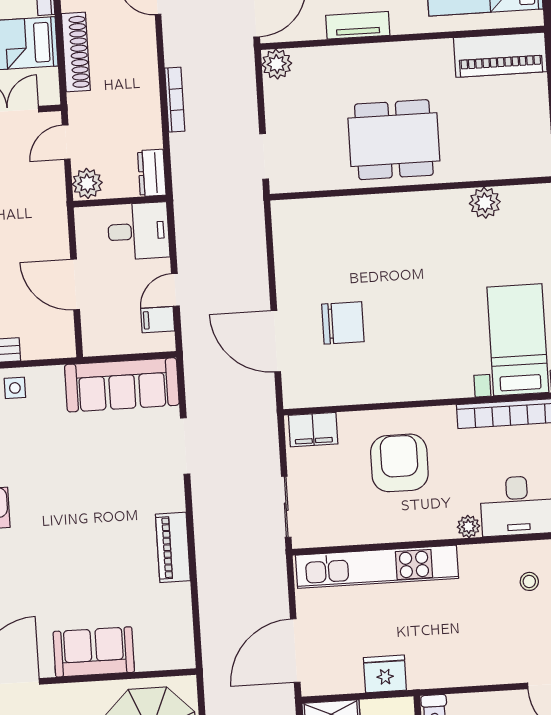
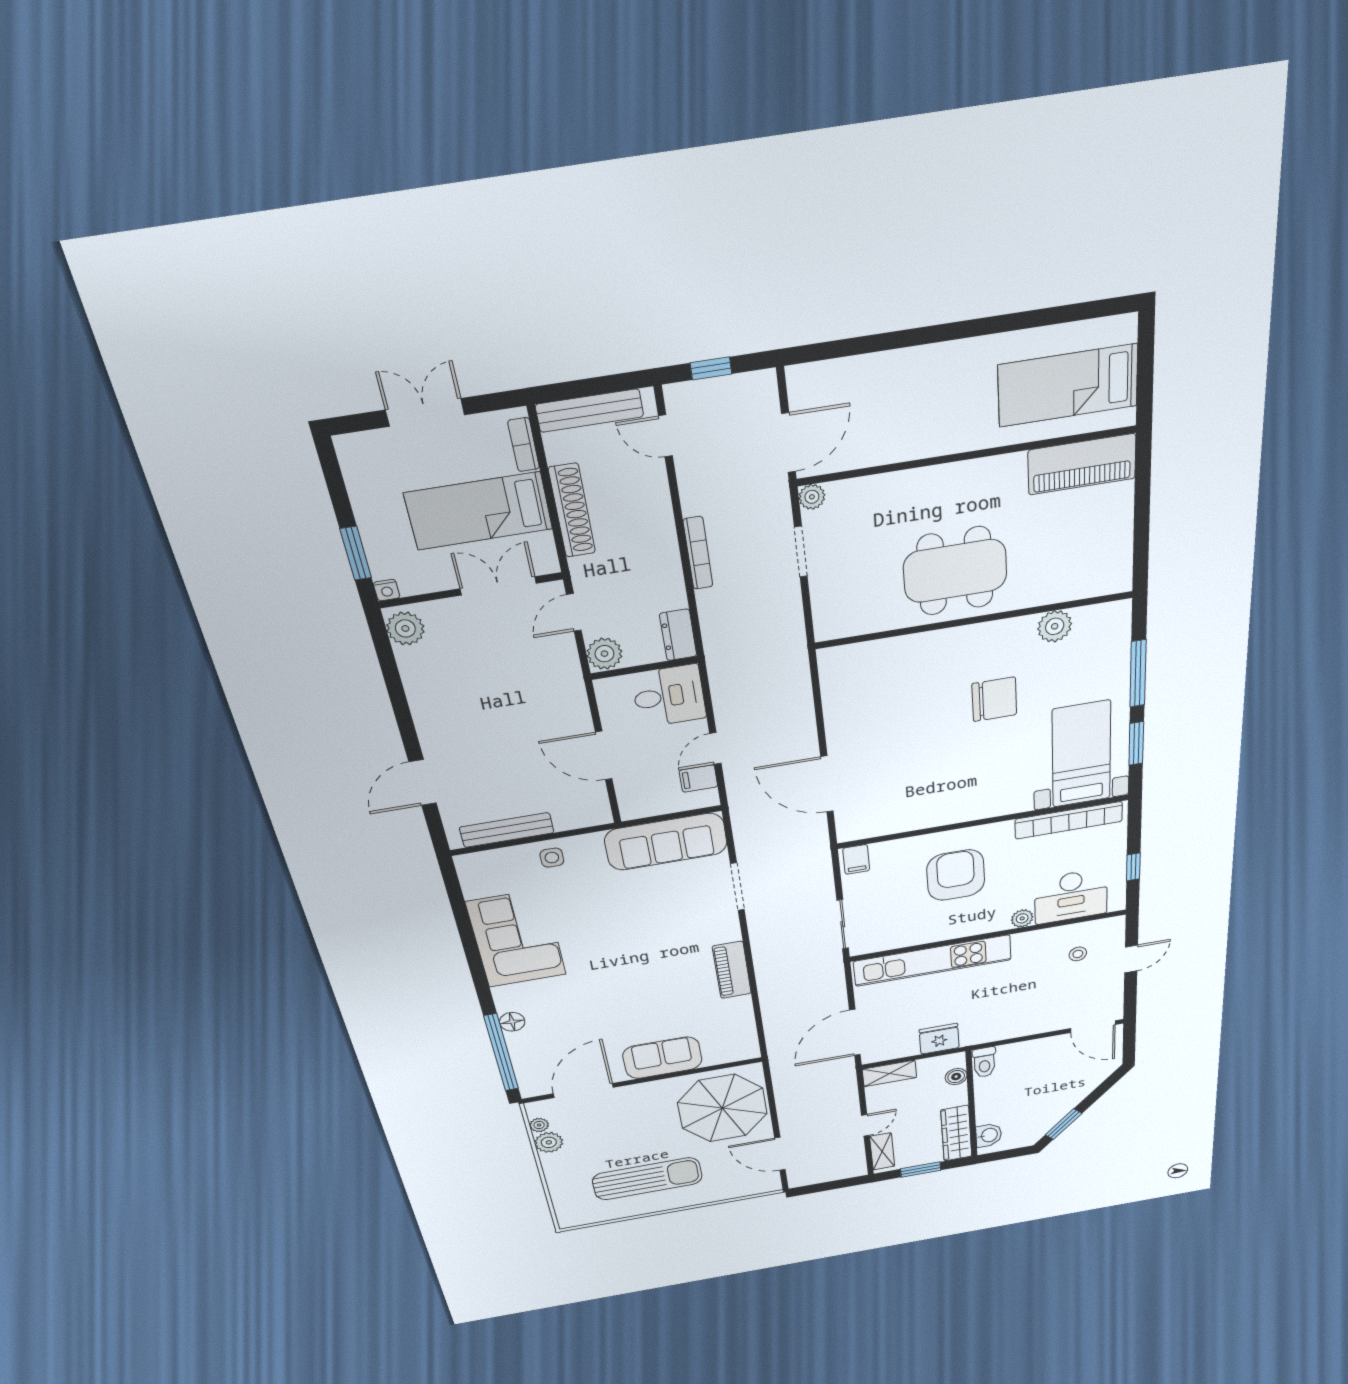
tv unit: (358, 25) -> (914, 446), removed
plant: (277, 64) -> (812, 497), width x0.73, depth x0.73
doorway: (264, 156) -> (801, 552), moved
chair: (343, 323) -> (994, 699), moved
filing cabinet: (313, 430) -> (856, 859), width x0.50

